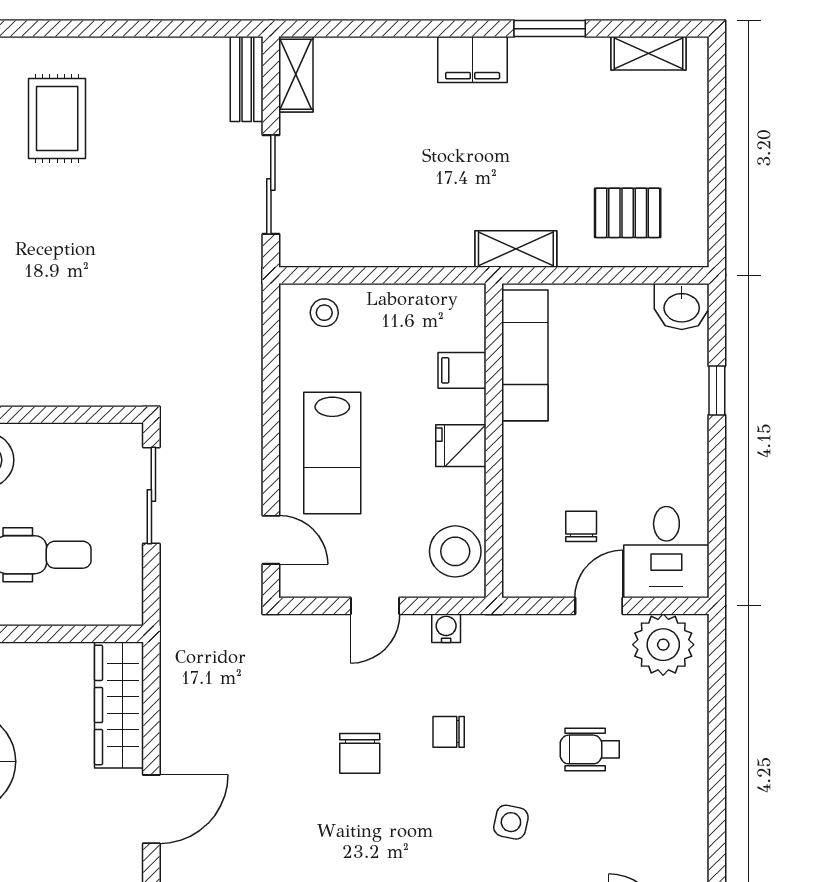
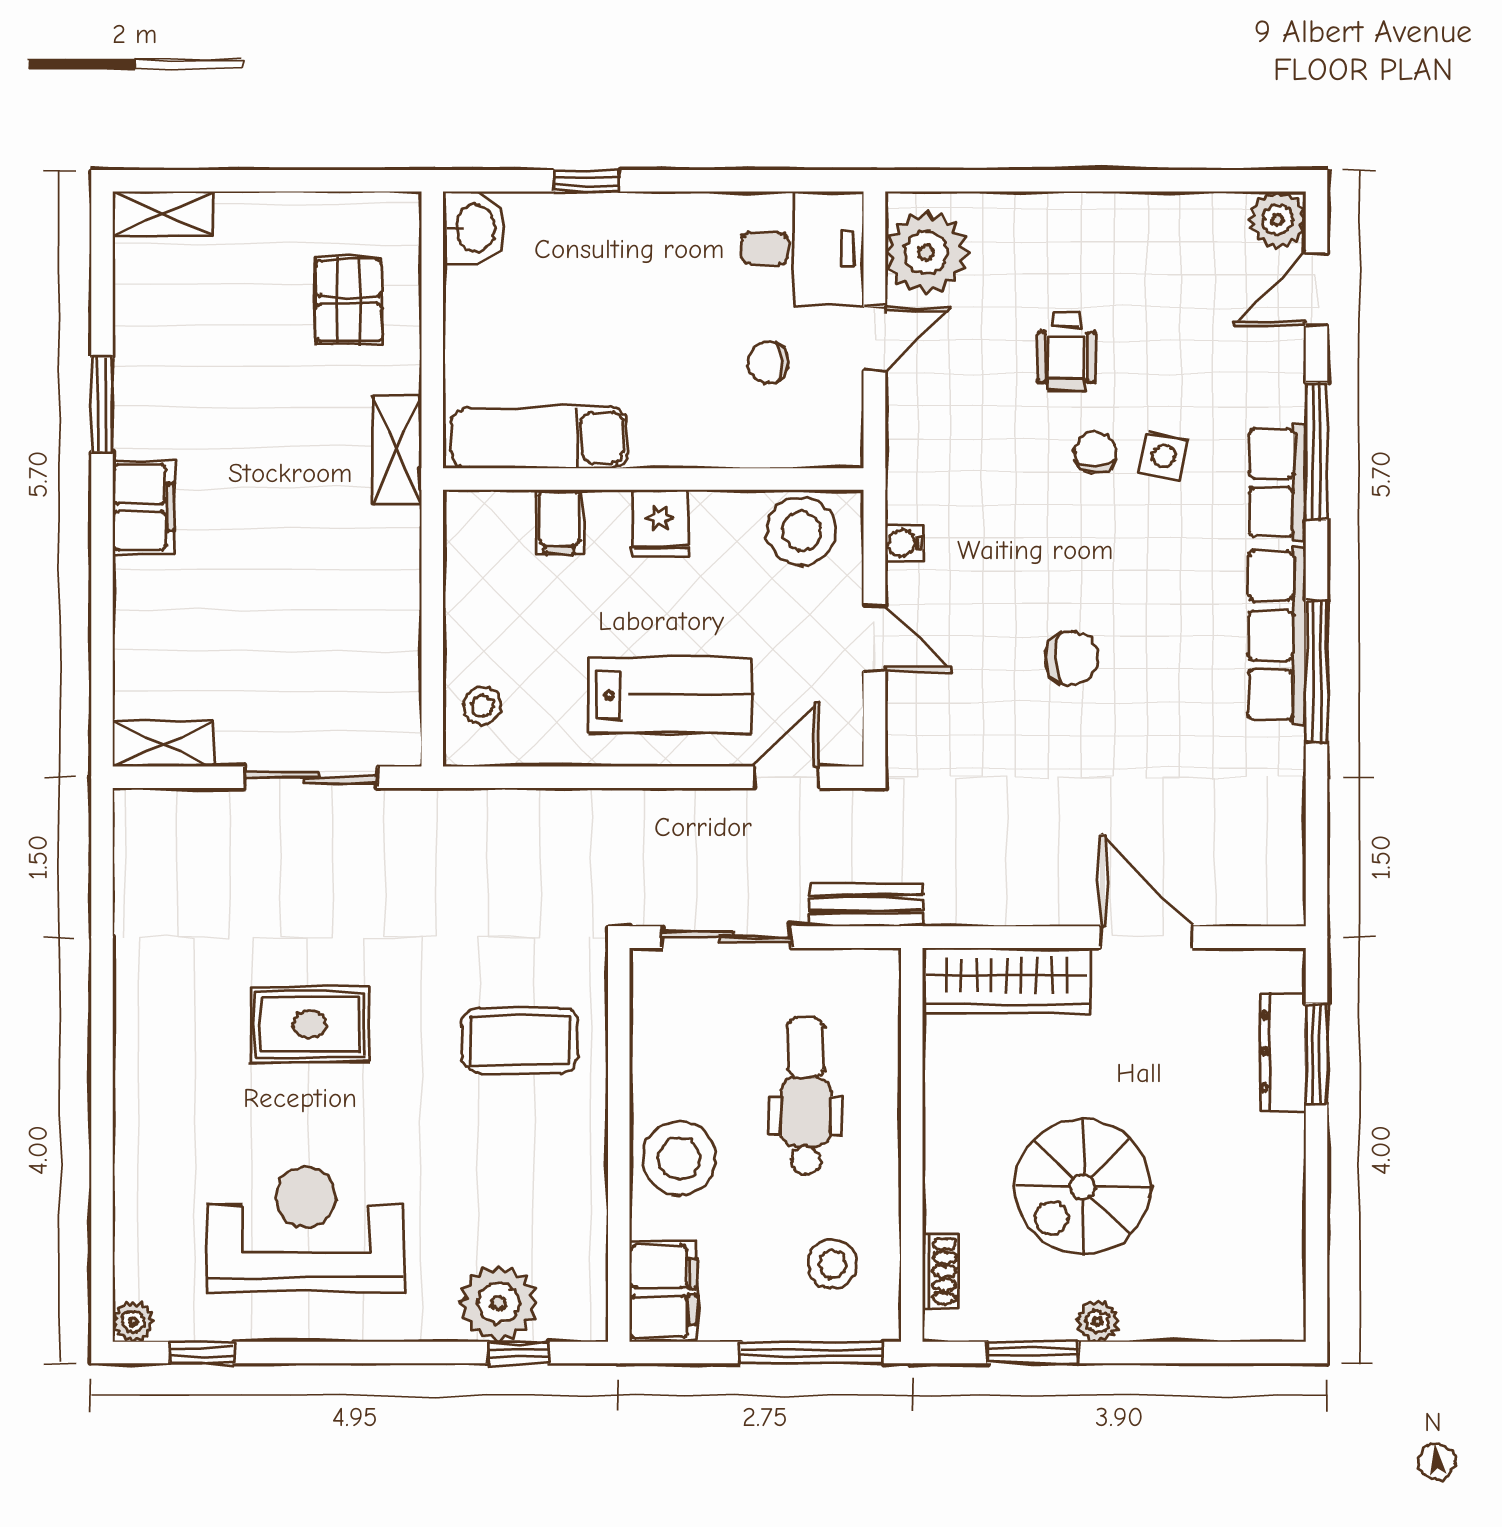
shelving: (648, 53) -> (163, 214), moved, turned 90
bench: (247, 79) -> (866, 905), moved
rug: (57, 118) -> (310, 1024), moved
coffee table: (74, 341) -> (520, 1040), added
door: (599, 606) -> (874, 339), swing flipped
chair: (449, 732) -> (1095, 453), moved, turned 180

